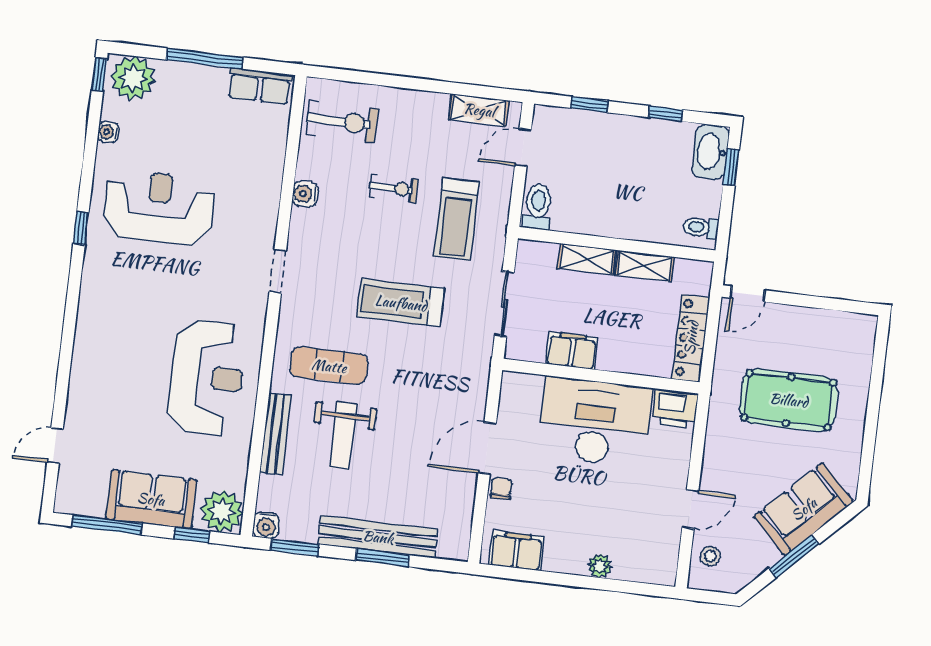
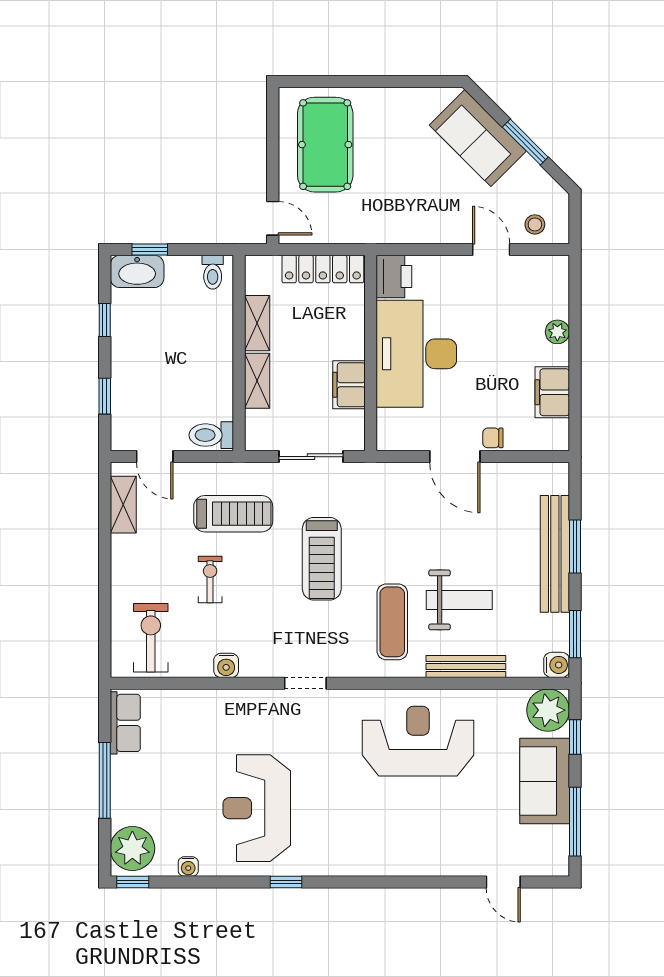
pool table: (789, 400) -> (325, 145), moved
filing cabinet: (516, 551) -> (552, 392), moved

